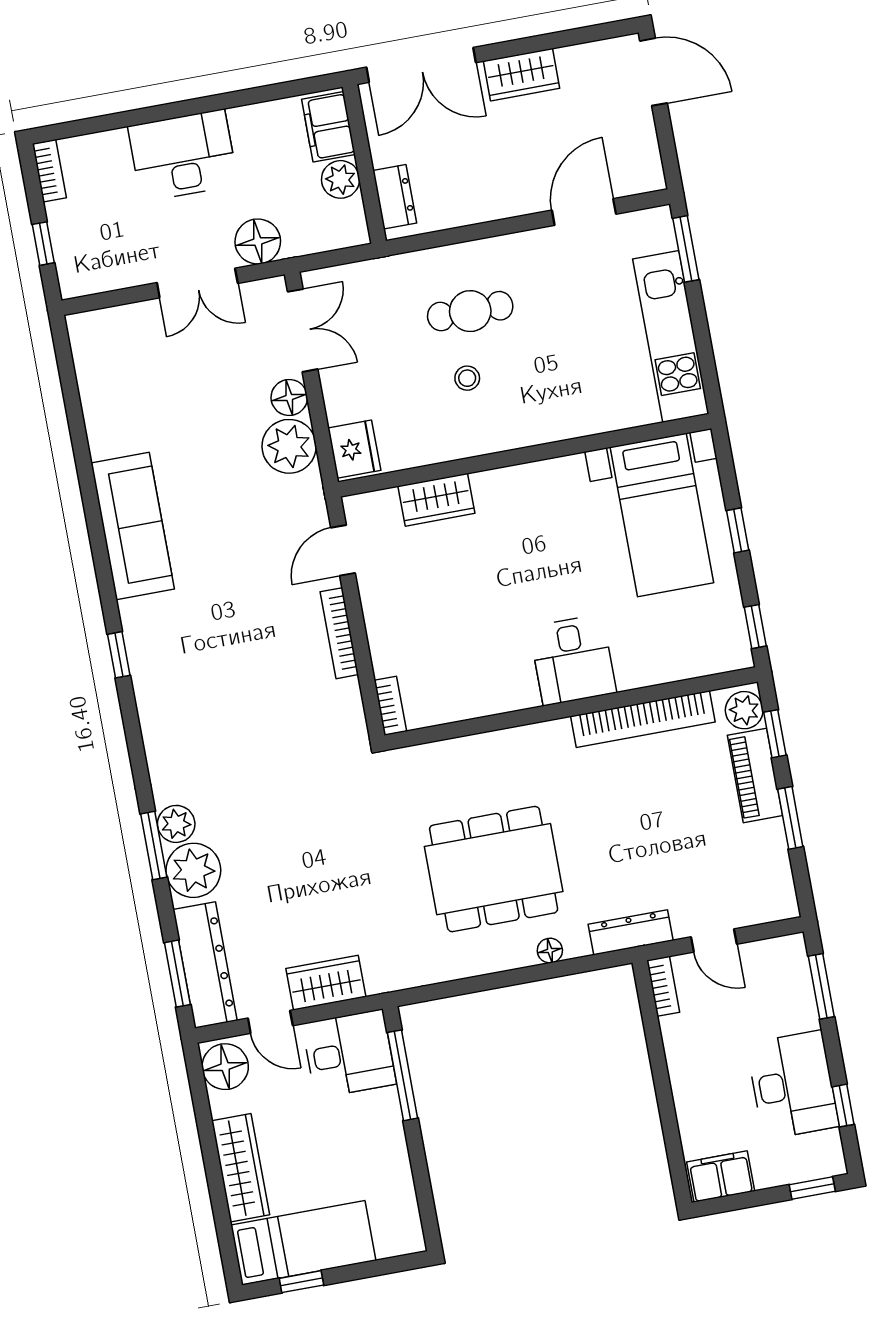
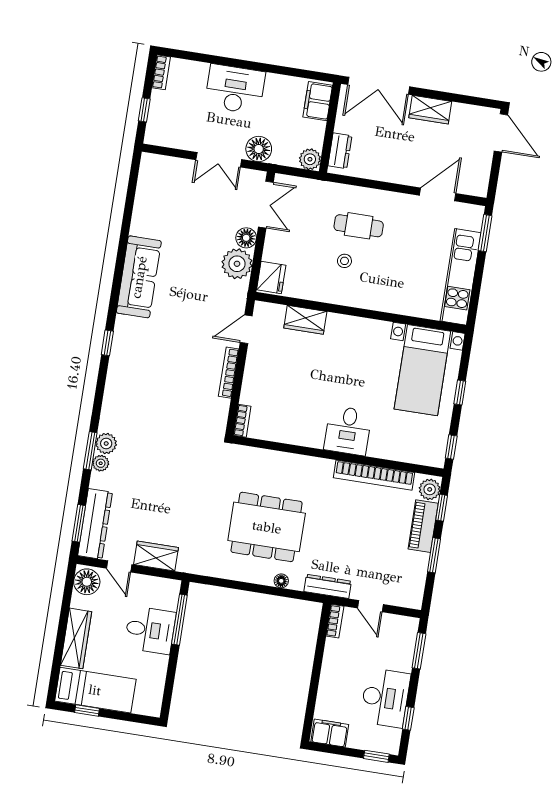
plant: (341, 179) -> (310, 159), moved
plant: (193, 870) -> (101, 463), width x0.53, depth x0.53
desk: (349, 1054) -> (150, 630), moved

